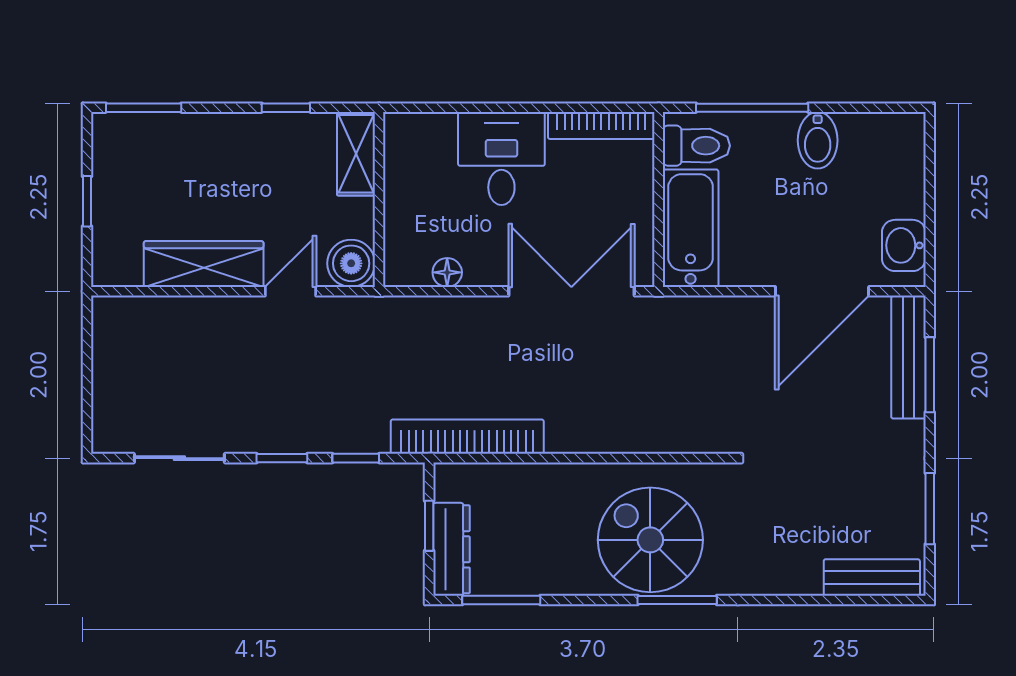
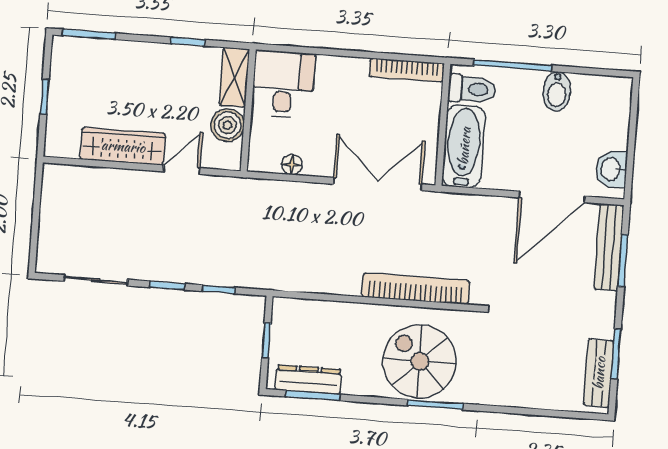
desk: (501, 158) -> (283, 84), moved
boiler: (351, 263) -> (227, 125), moved
bookcase: (467, 437) -> (416, 289), moved
dresser: (452, 549) -> (308, 380), moved, turned -90
bench: (872, 577) -> (599, 373), moved, turned 90

